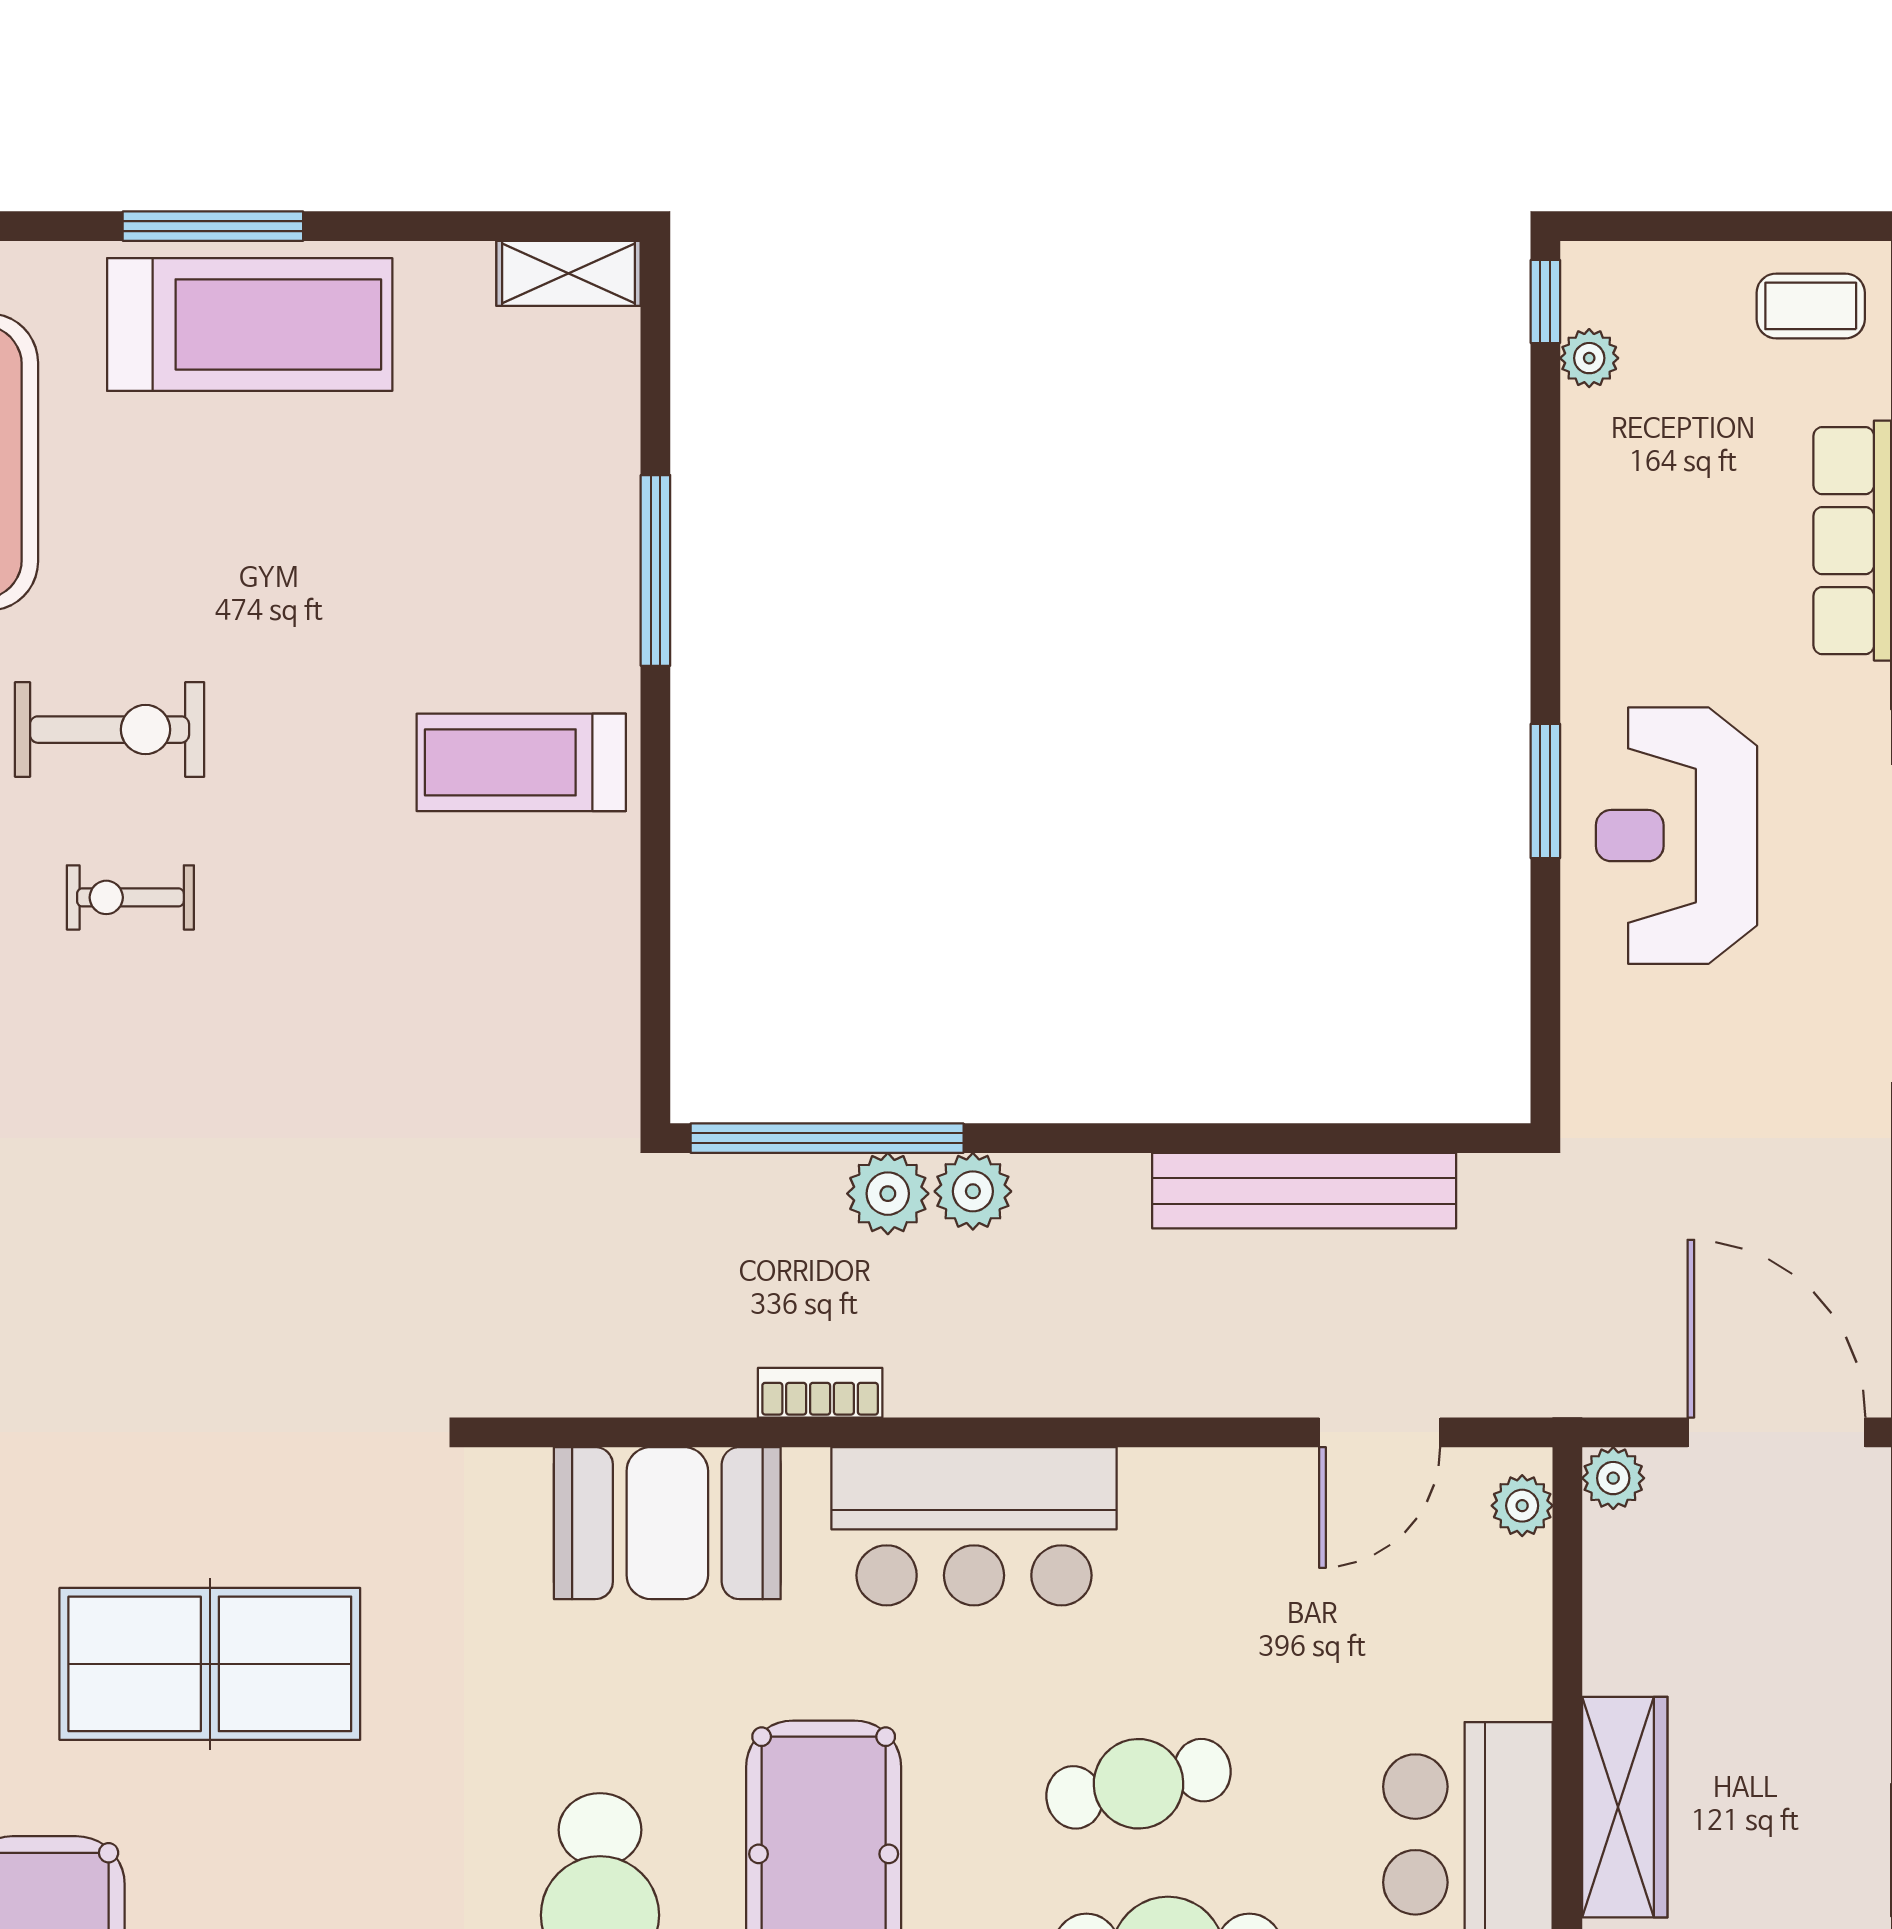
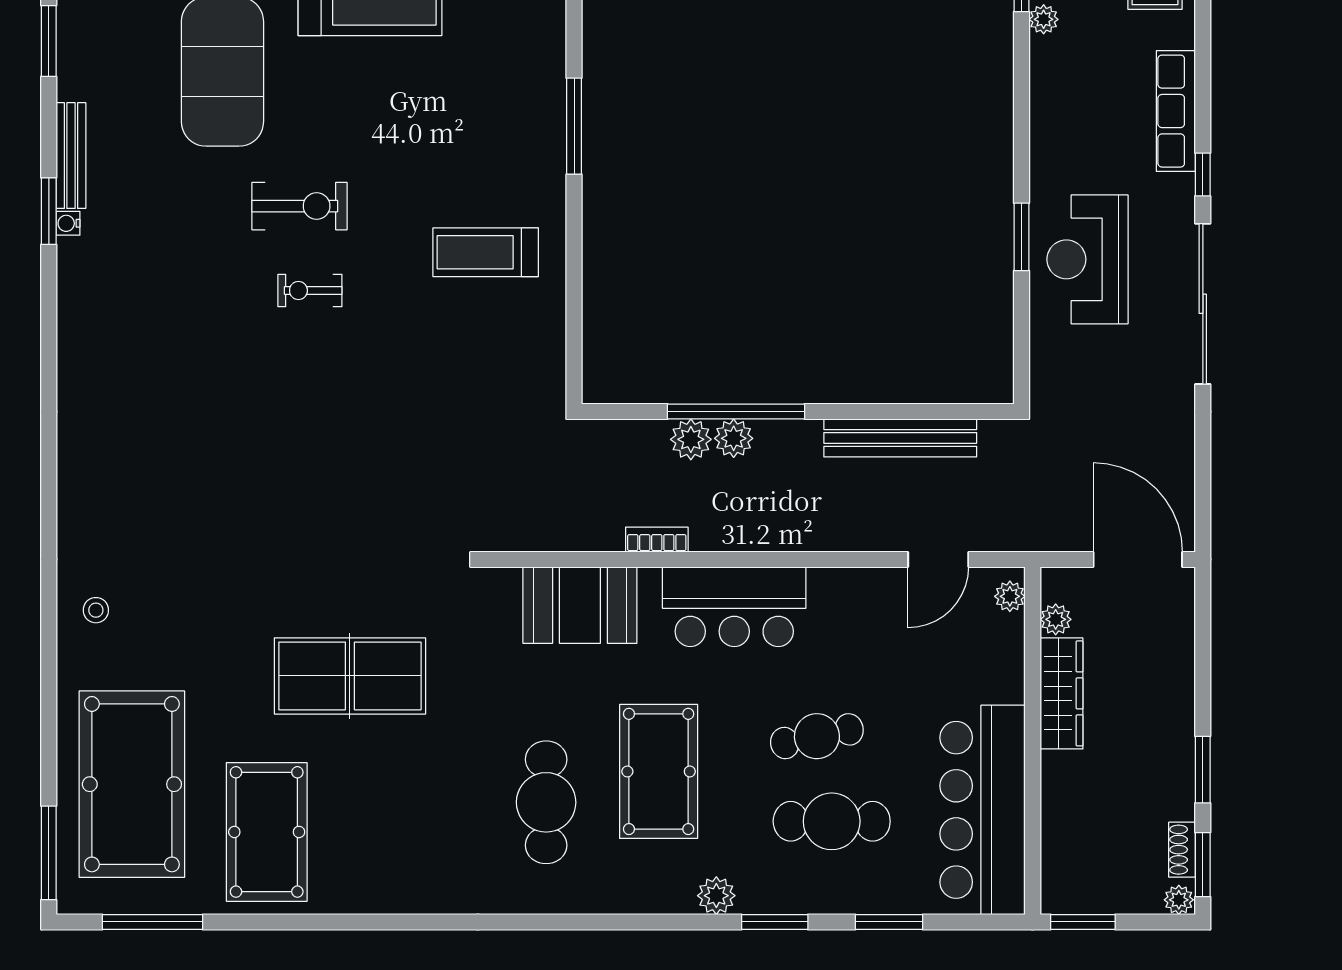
treadmill: (521, 762) -> (486, 252), moved
window: (827, 1138) -> (736, 412), moved
plant: (1613, 1478) -> (1056, 619), moved
wardrobe: (1625, 1807) -> (1061, 693), moved

